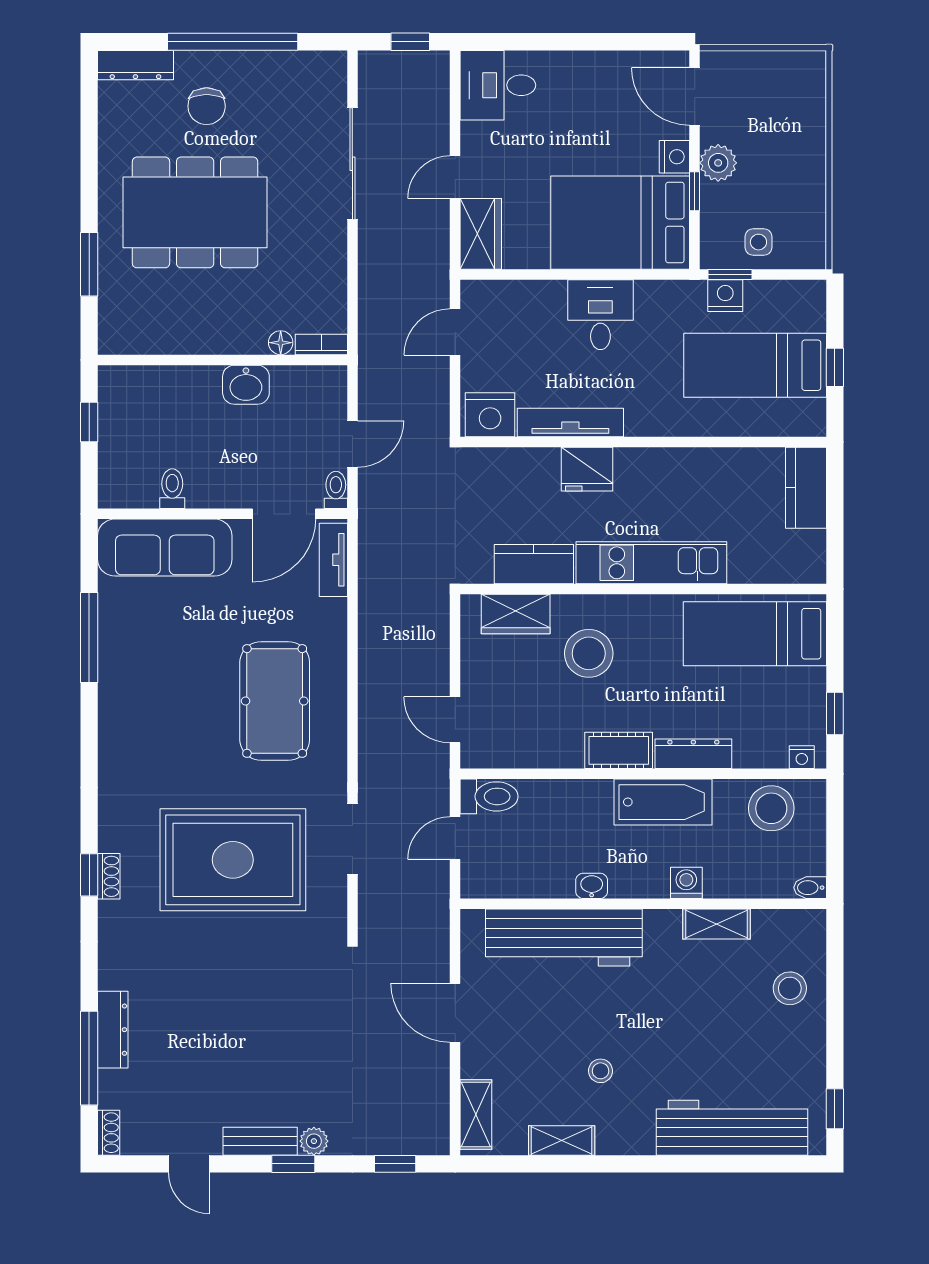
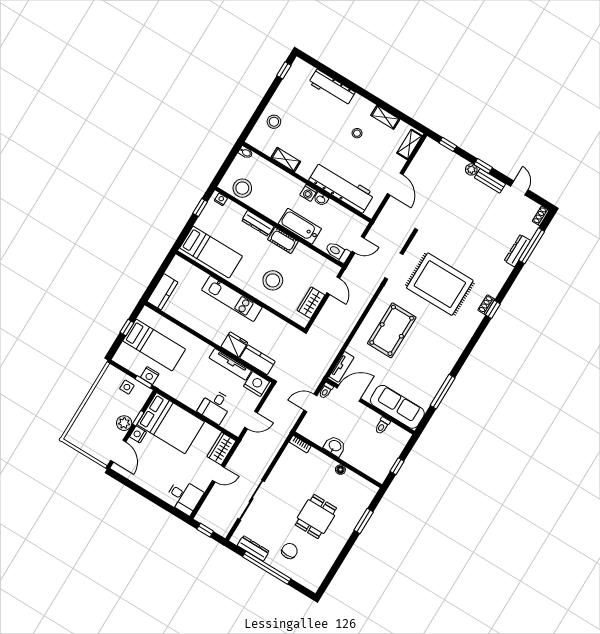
dresser: (135, 65) -> (253, 548), moved
dining table: (195, 212) -> (316, 517), width x0.53, depth x0.80
desk: (600, 315) -> (215, 406), moved
floor lamp: (281, 343) -> (340, 470), moved
kitchen counter: (534, 564) -> (257, 360), moved, turned 180
wardrobe: (516, 614) -> (311, 303), moved, turned -90
bathtub: (663, 802) -> (300, 226), moved
washing machine: (686, 883) -> (308, 193), moved
workbench: (732, 1128) -> (332, 88), width x0.73, depth x0.76

